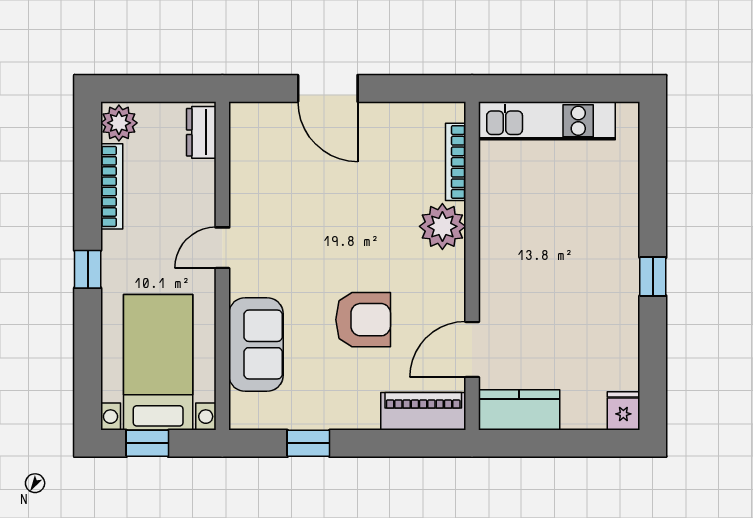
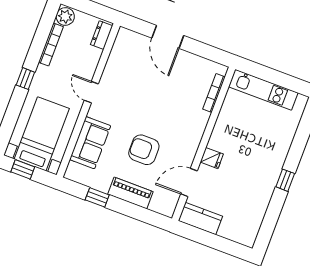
plant: (442, 226) -> (197, 120), removed
door: (222, 248) -> (91, 92), hinge flipped
armchair: (363, 320) -> (144, 150), turned 180
piano: (423, 411) -> (130, 193), moved
fridge: (623, 411) -> (212, 158), moved, turned 90

